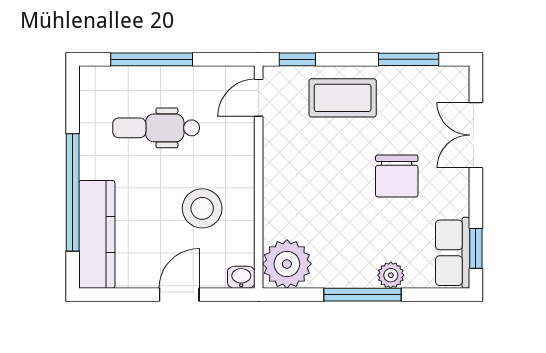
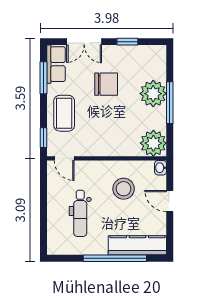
window: (152, 59) -> (43, 216), removed
window: (476, 248) -> (127, 42), moved
row of seats: (453, 253) -> (56, 64), moved, turned -90
plant: (391, 275) -> (153, 94), width x1.88, depth x1.88

